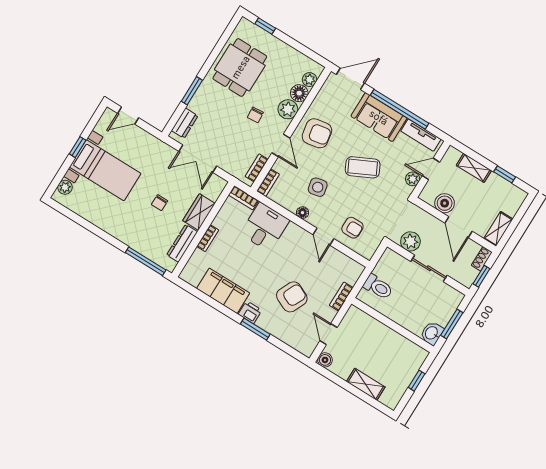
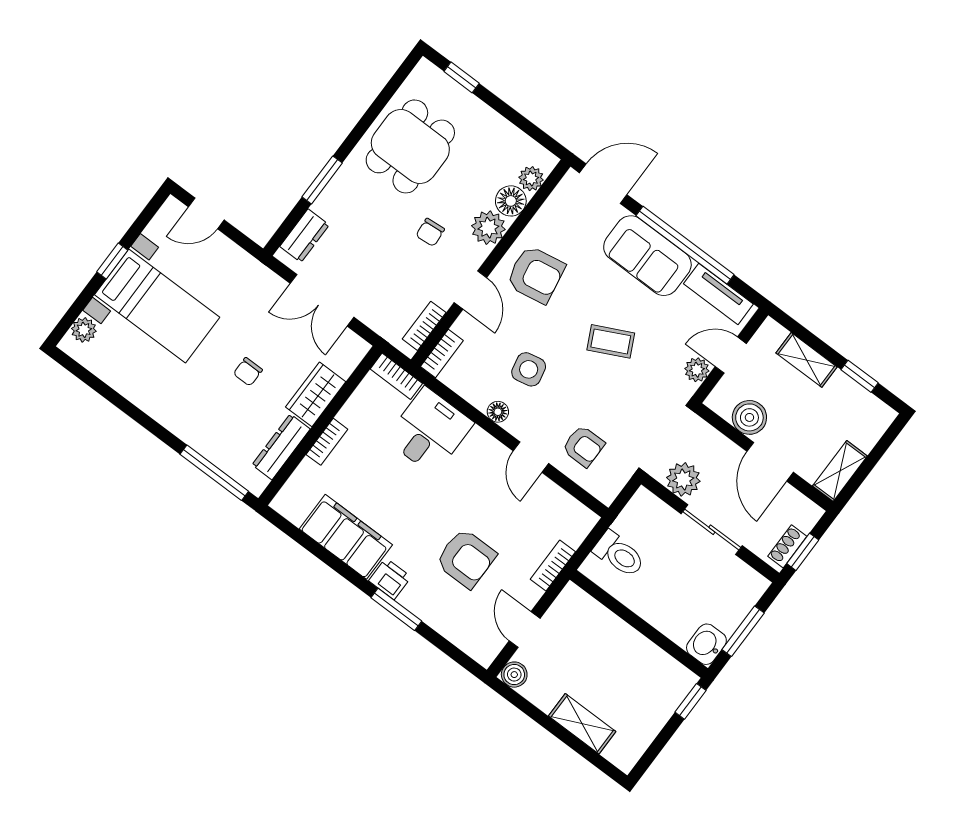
coffee table: (363, 167) -> (611, 341), width x0.73, depth x0.77
shoe rack: (482, 259) -> (787, 546), moved
armchair: (292, 297) -> (466, 558), turned 65
window: (417, 381) -> (690, 701), moved

